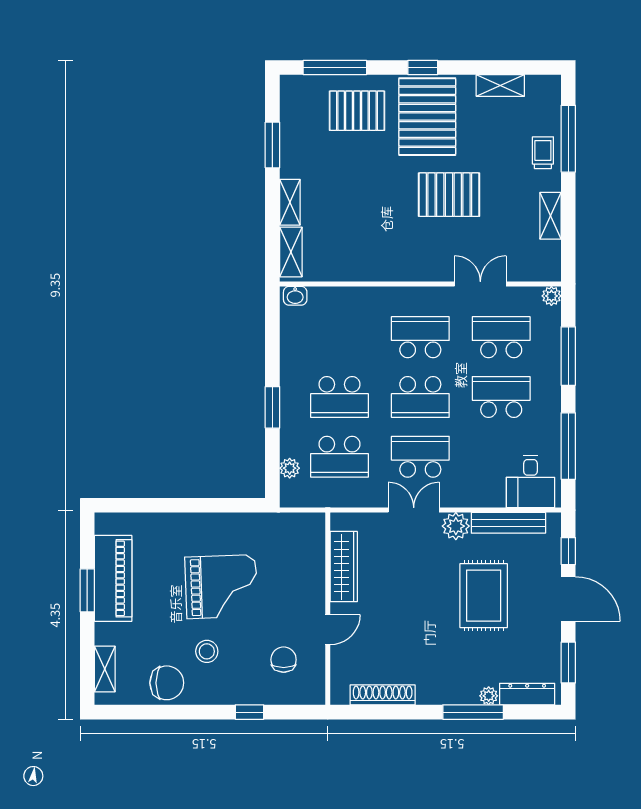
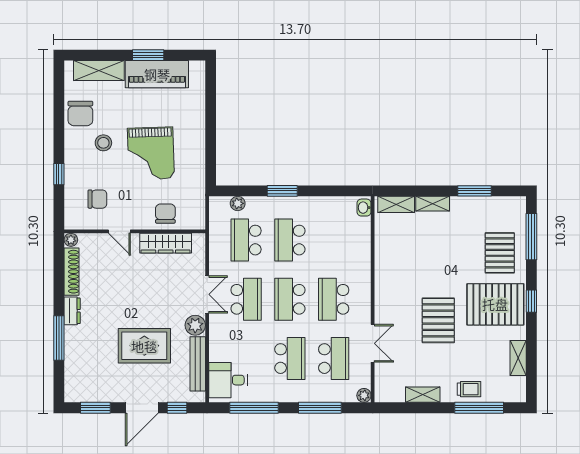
school desk: (420, 337) -> (334, 299), turned 180
chair: (303, 567) -> (165, 214), added
shelving: (105, 669) -> (99, 71), width x1.50, depth x1.33
dresser: (527, 694) -> (72, 311), moved, width x0.70
plant: (489, 696) -> (71, 240), moved

